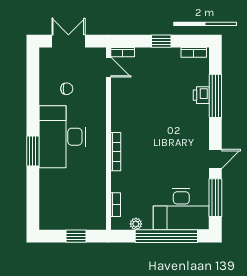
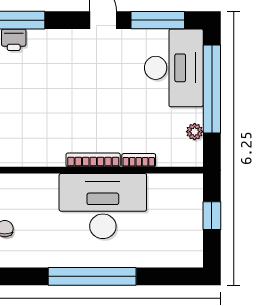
desk: (62, 137) -> (103, 206), moved, turned 180
window: (33, 151) -> (92, 276), width x2.11
bookcase: (116, 205) -> (139, 160), moved

